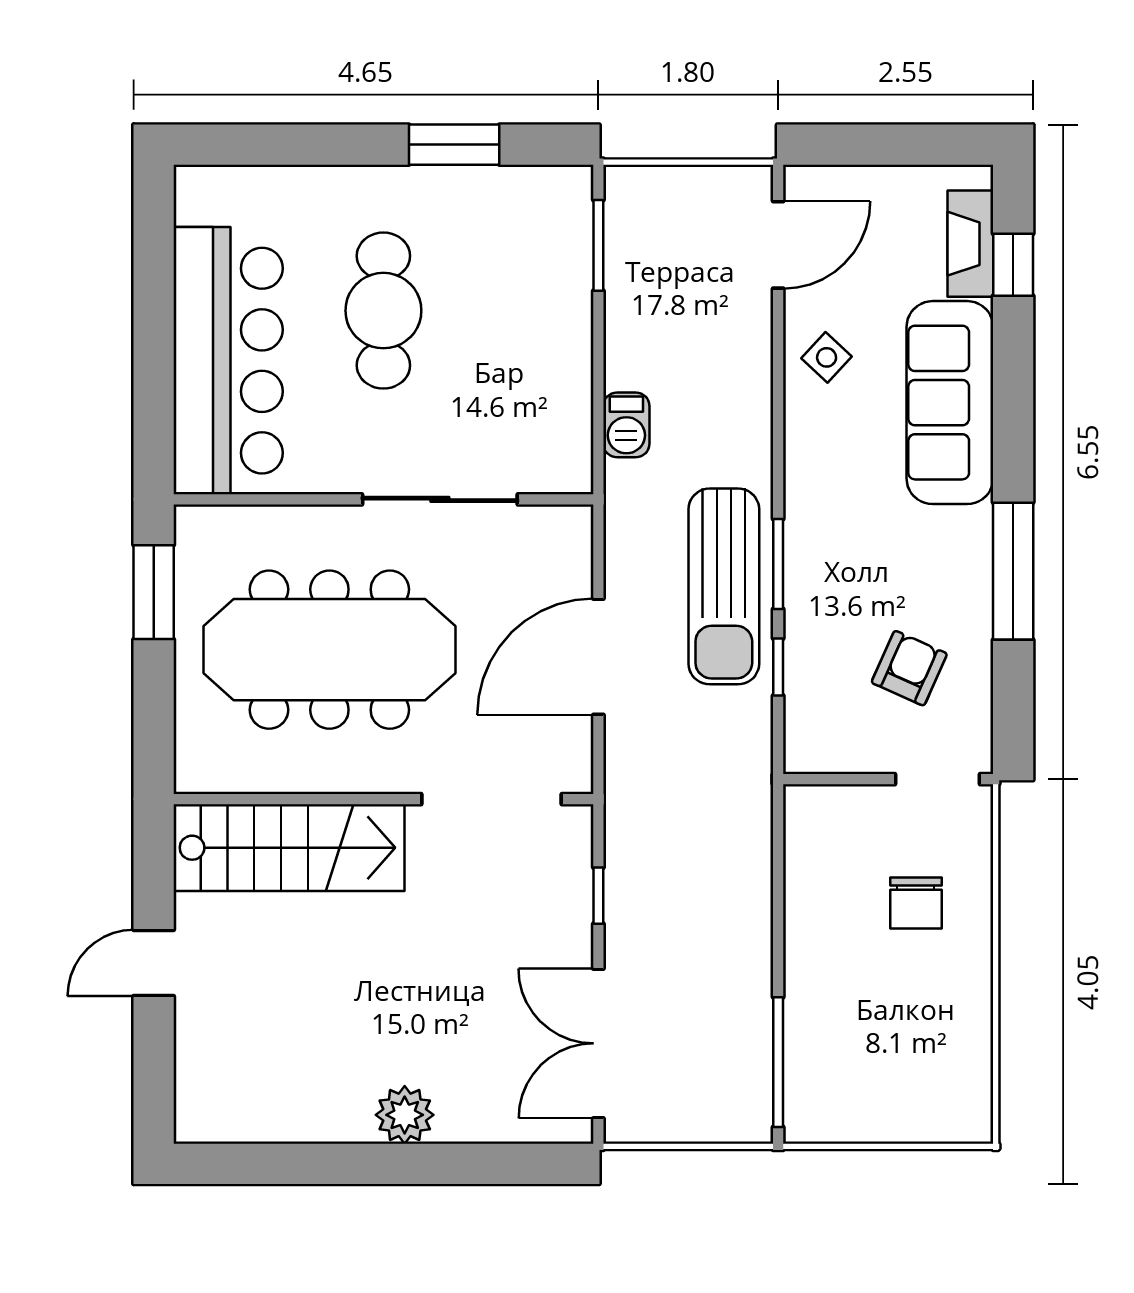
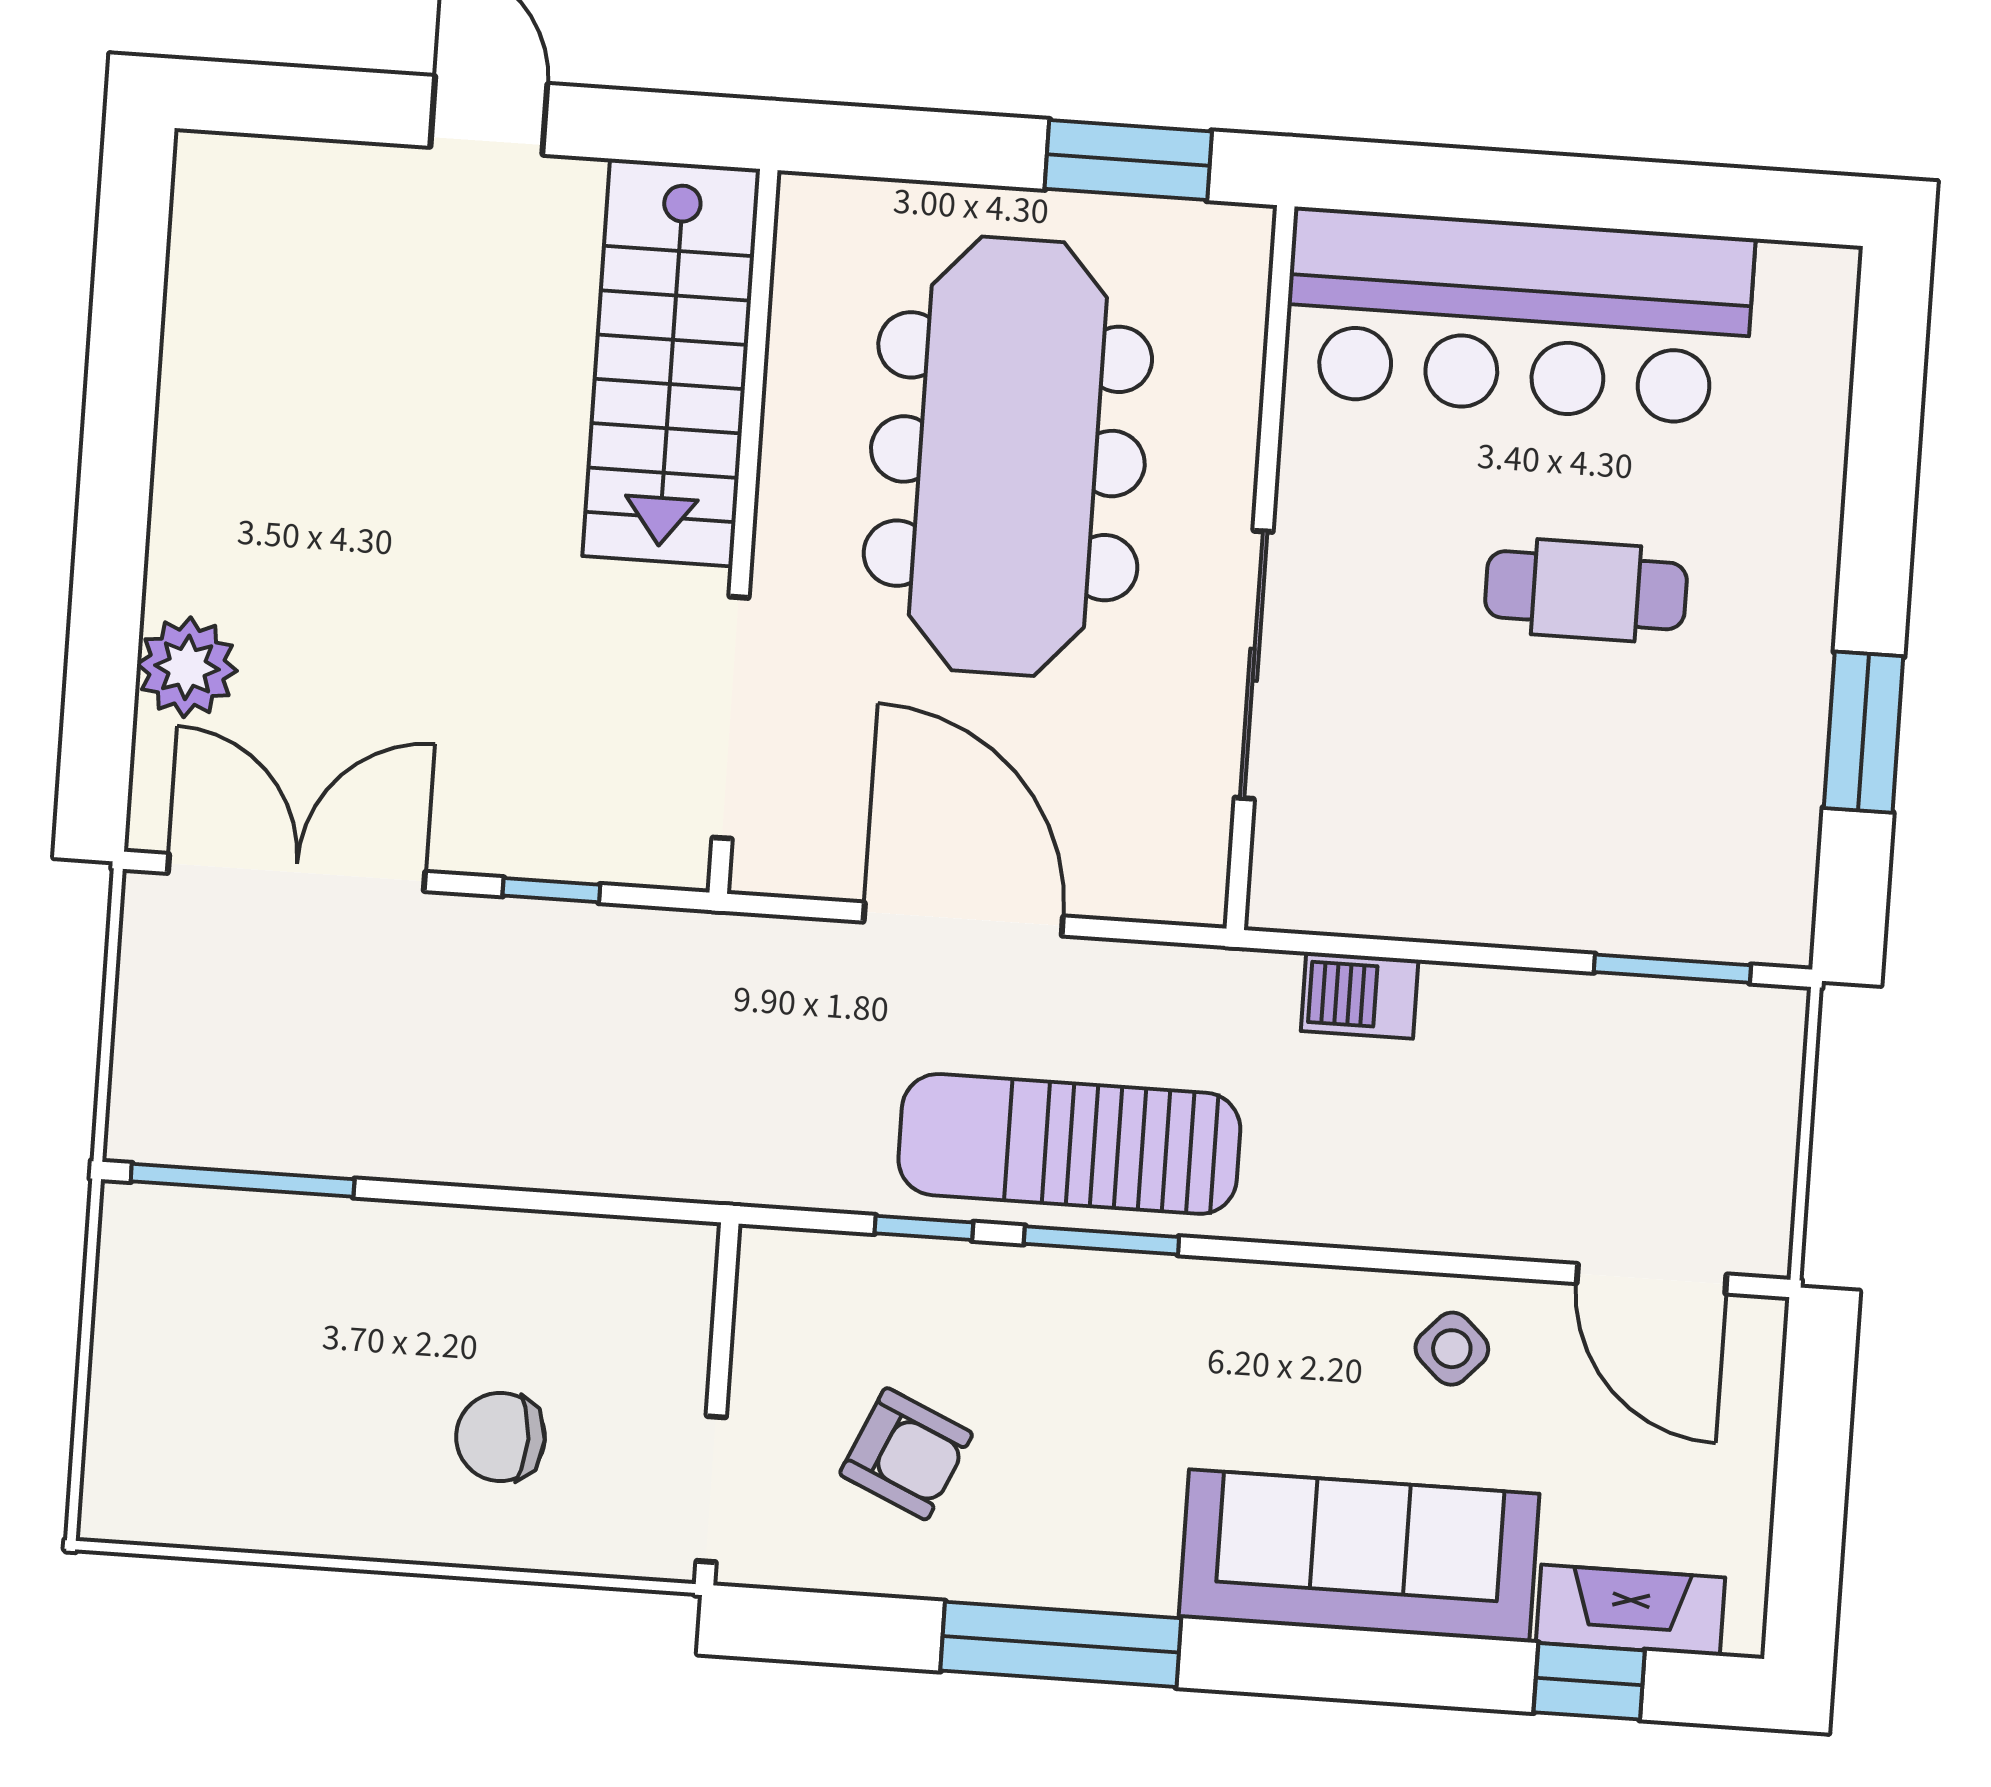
cafe table: (383, 311) -> (1586, 590), width x0.73, depth x0.74
plant: (405, 1115) -> (187, 667), moved

